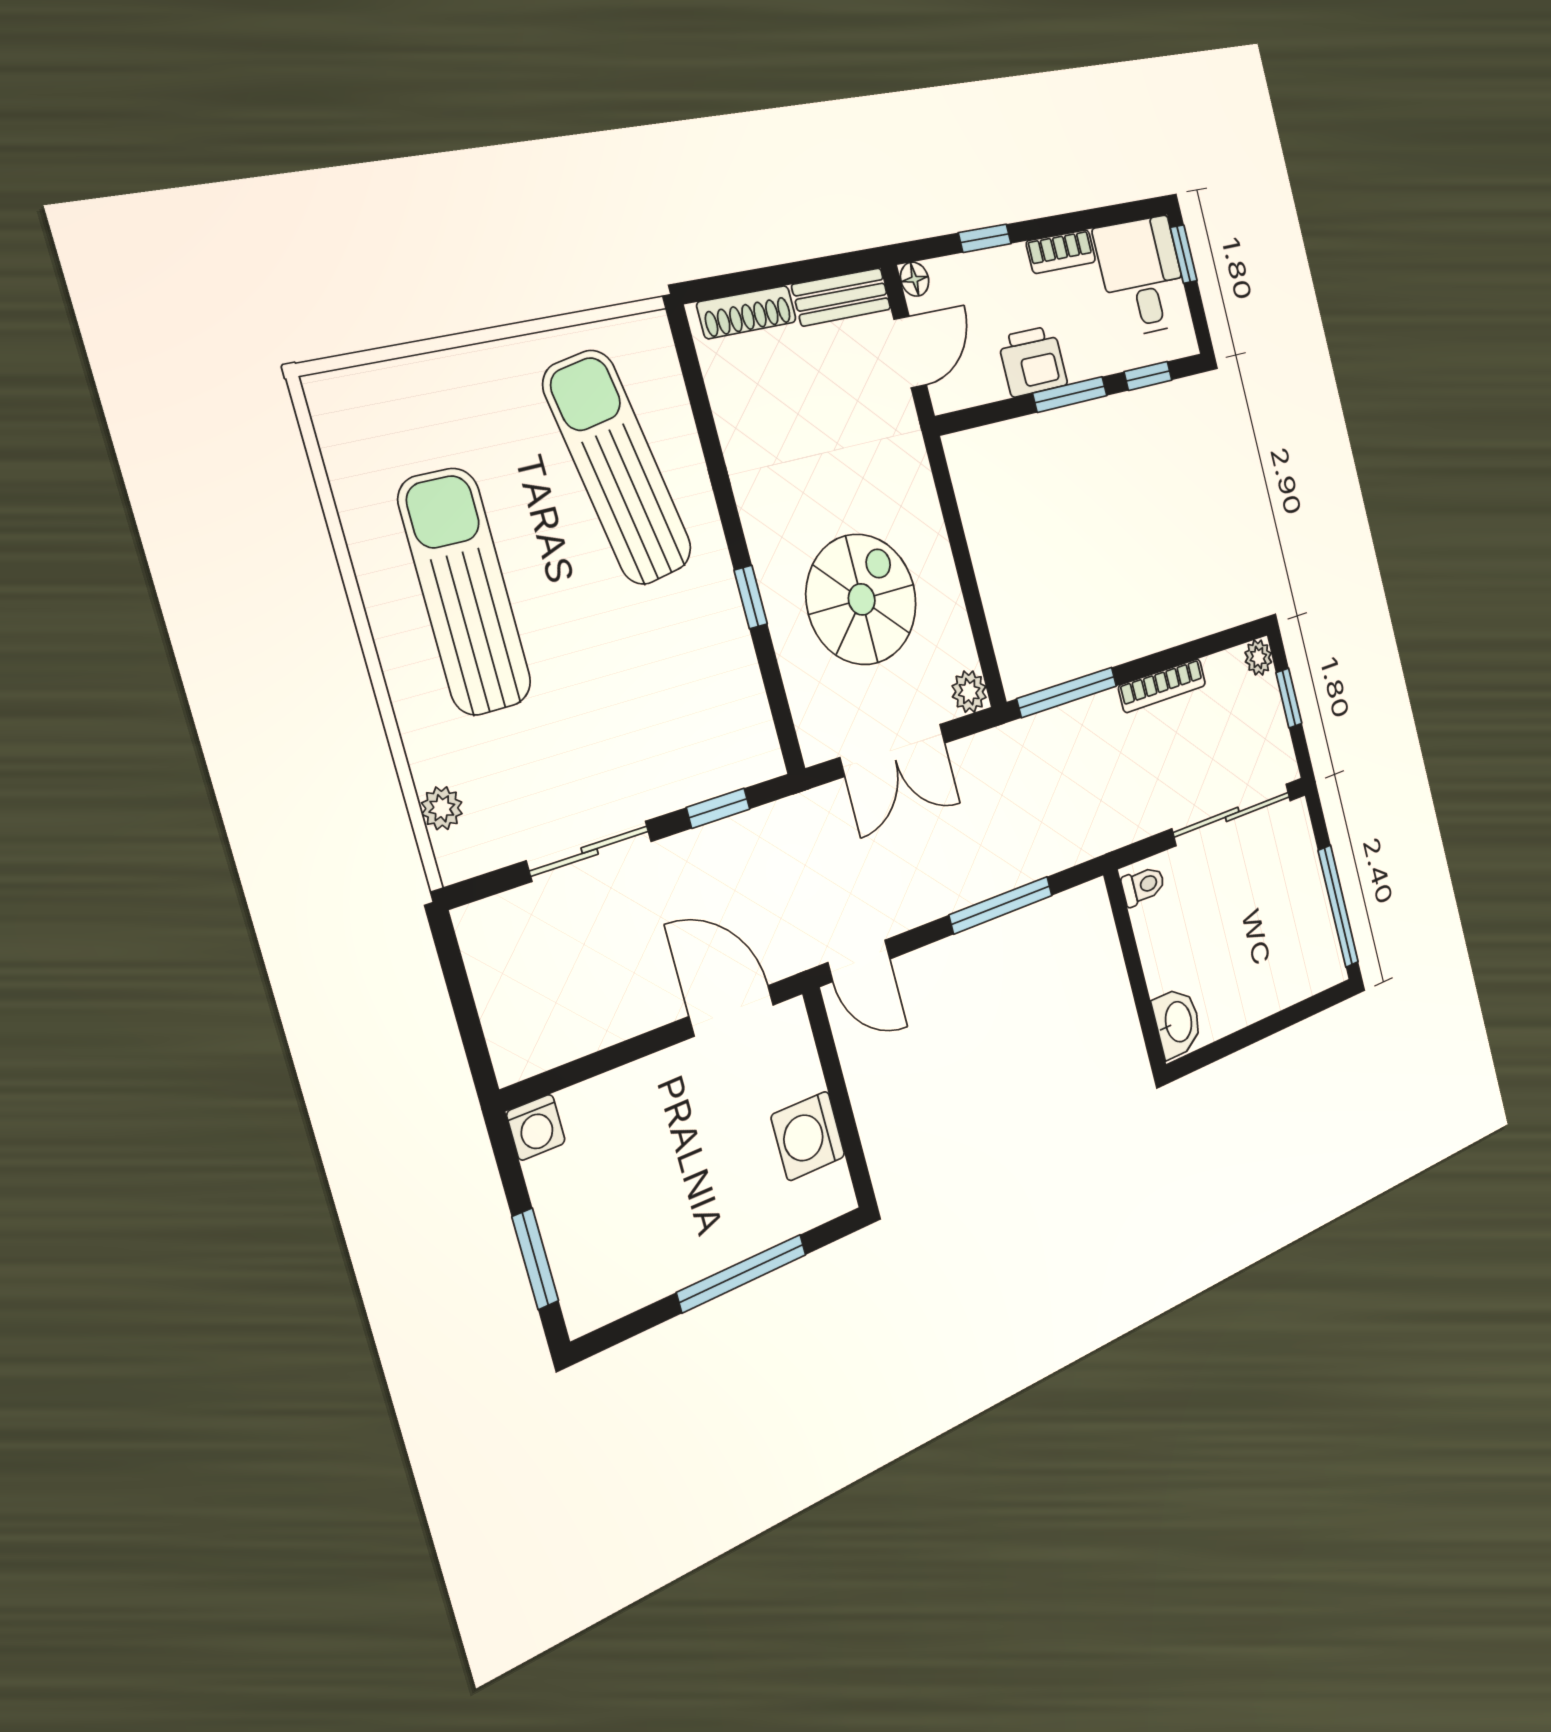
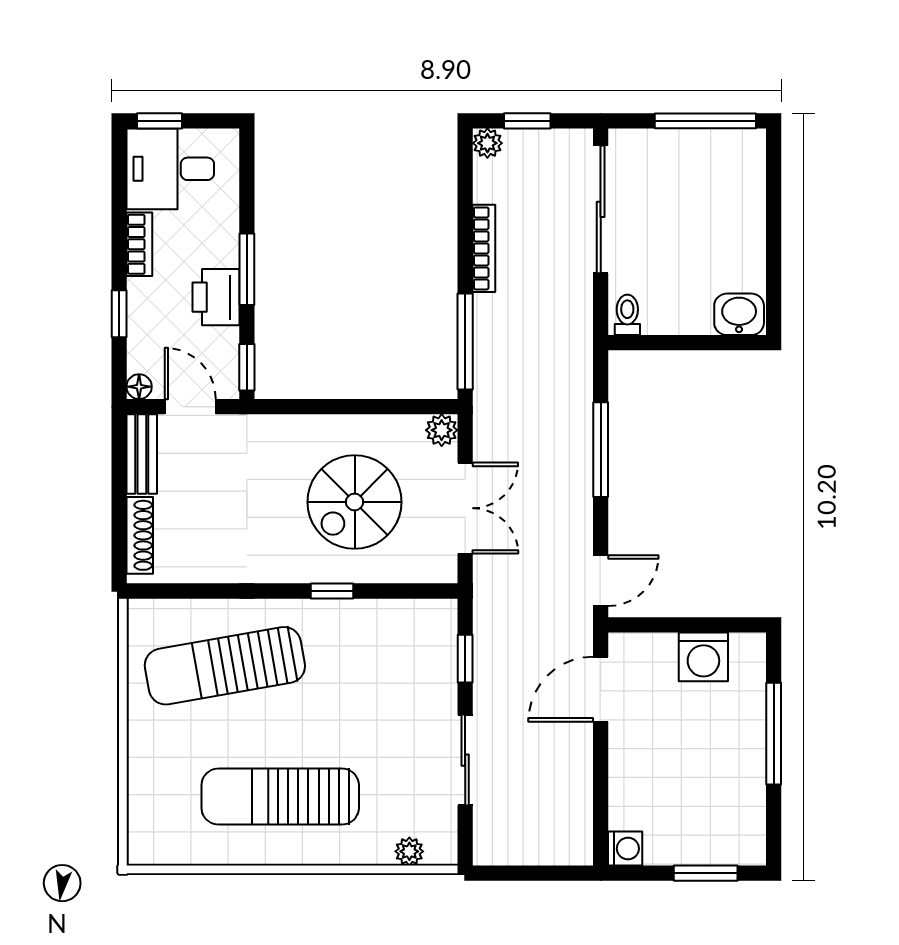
window: (1148, 376) -> (247, 367), moved
spiral stairs: (862, 599) -> (355, 502), turned -90

